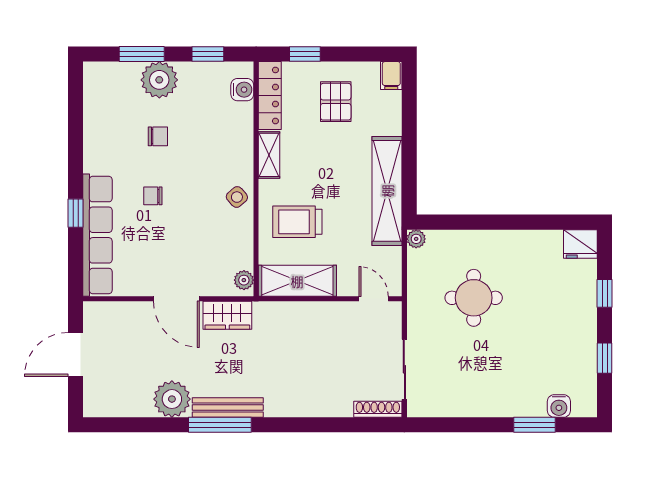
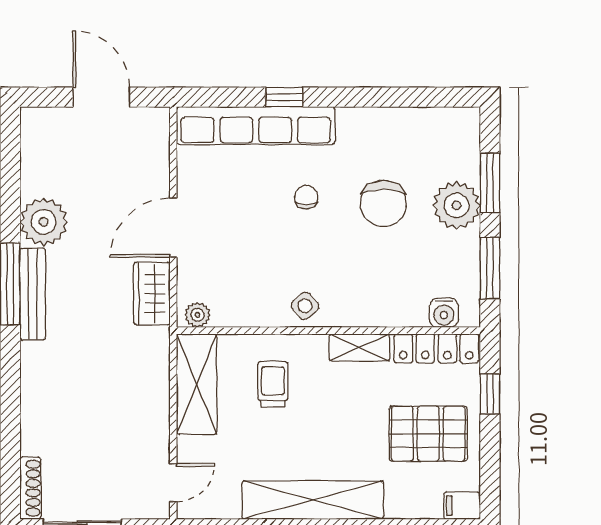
window: (208, 54) -> (490, 268), width x1.50
pallet: (336, 102) -> (428, 434), width x1.50, depth x1.42
chair: (158, 136) -> (383, 204), width x1.87, depth x1.87
trolley: (297, 222) -> (273, 384), width x0.73, depth x0.72

